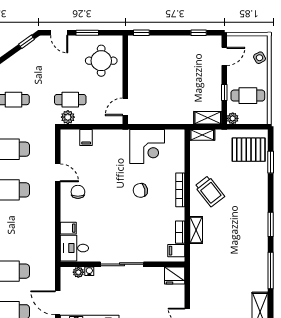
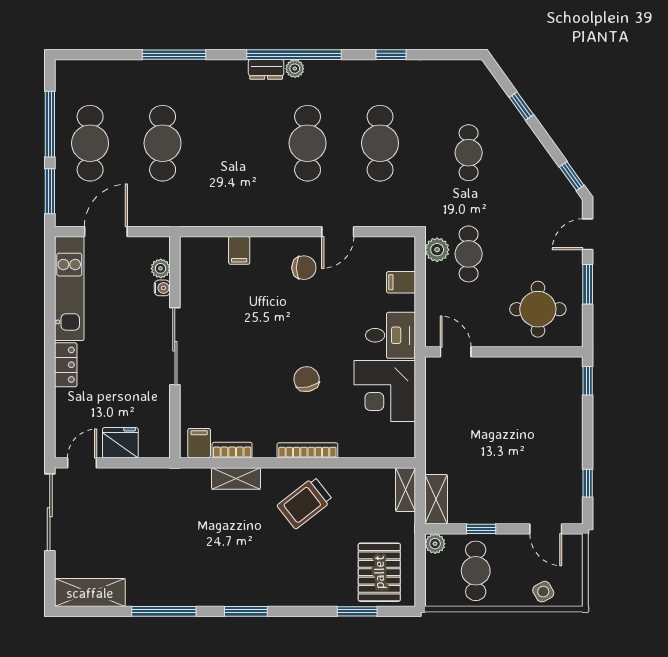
desk: (74, 248) -> (391, 335), moved, turned 90
fridge: (175, 275) -> (120, 443), moved, turned 90

